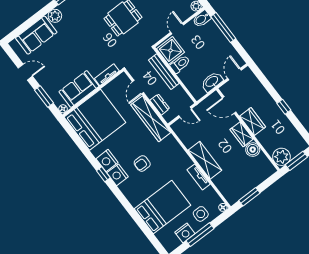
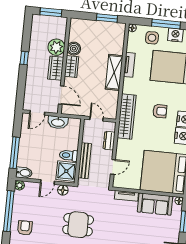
floor lamp: (160, 33) -> (63, 190), added
wardrobe: (151, 119) -> (127, 117), moved
plant: (281, 157) -> (56, 47), moved

